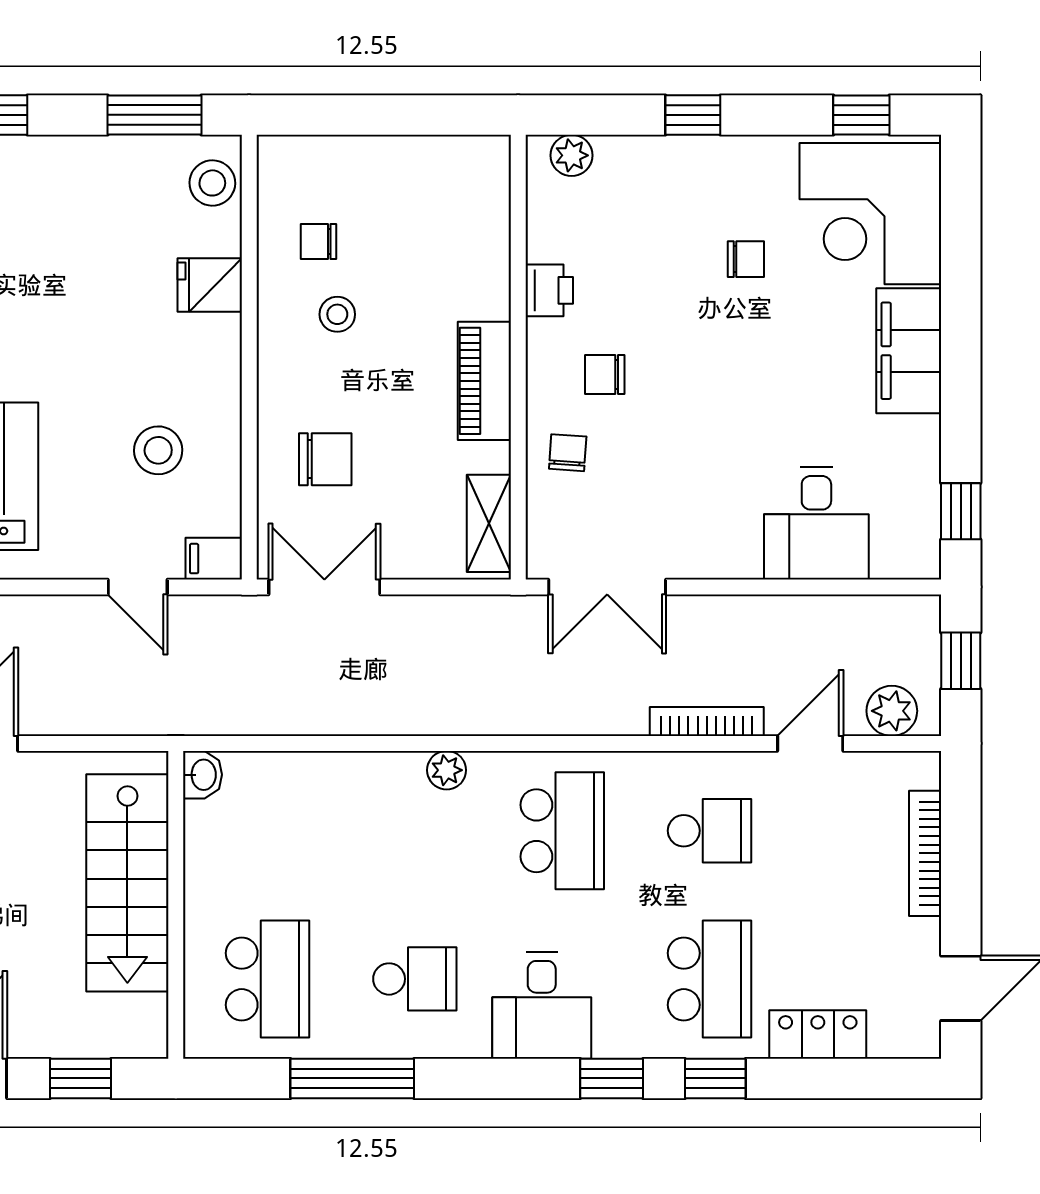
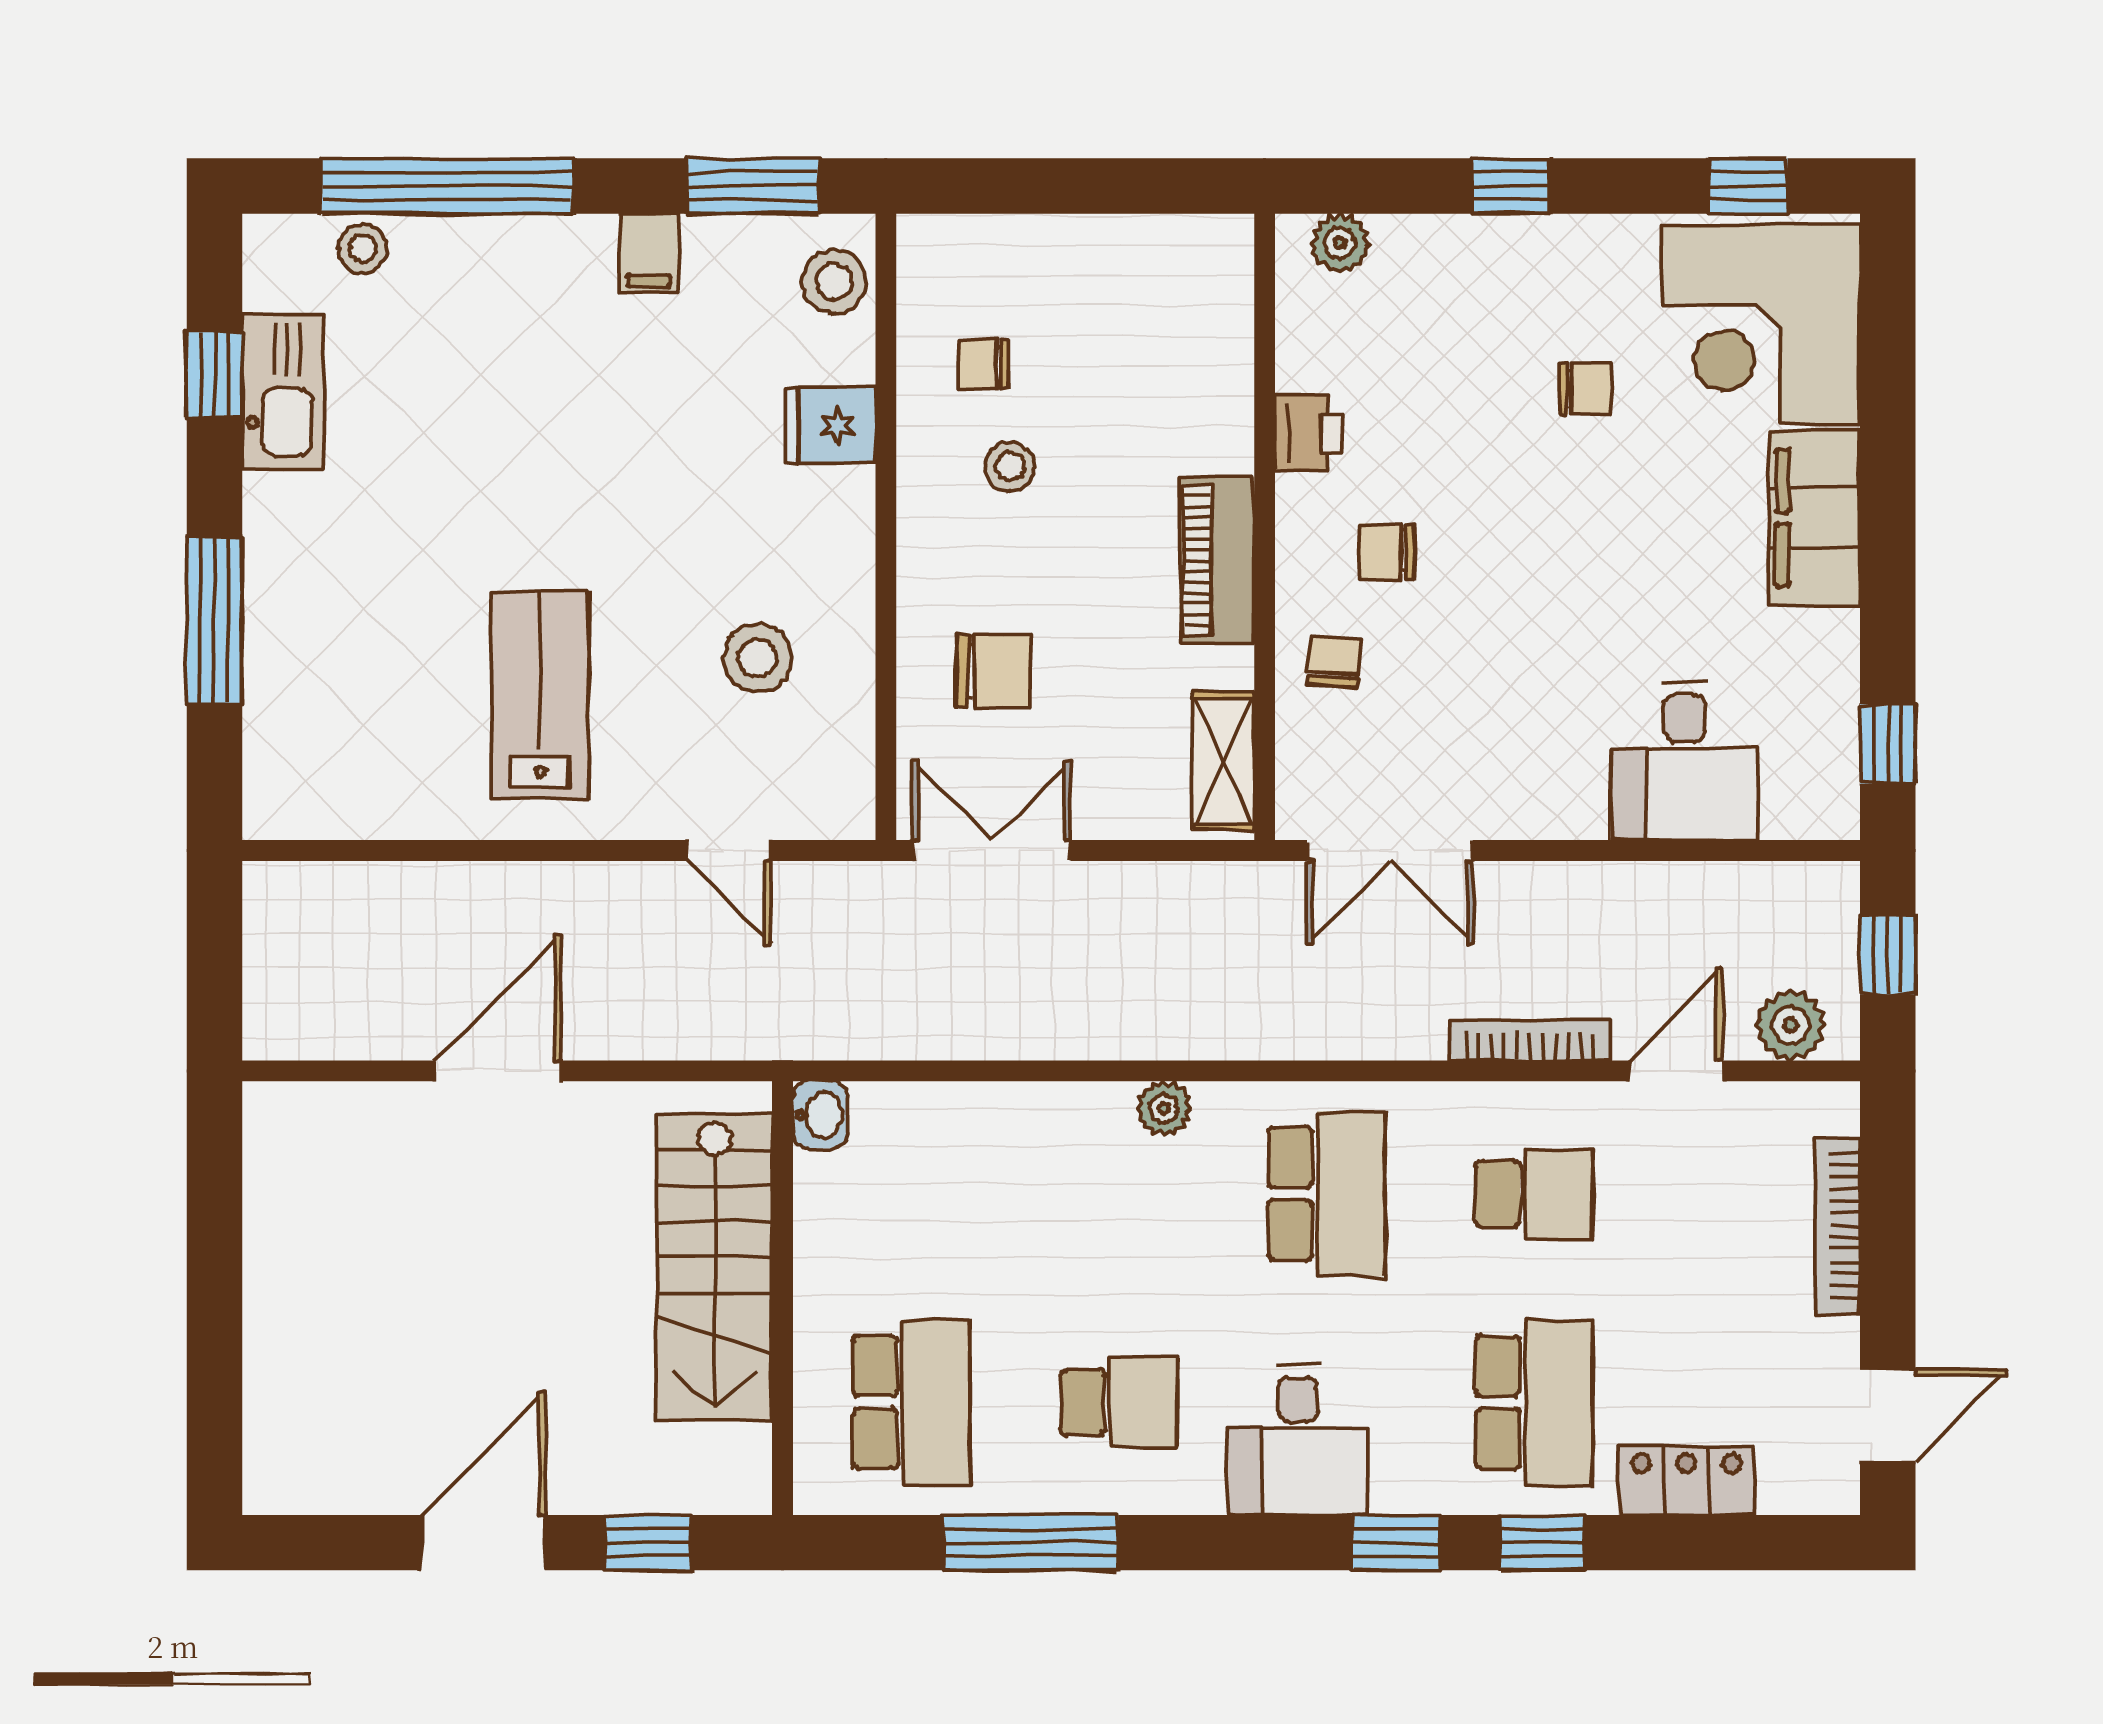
filing cabinet: (214, 559) -> (649, 253), moved, turned -90

